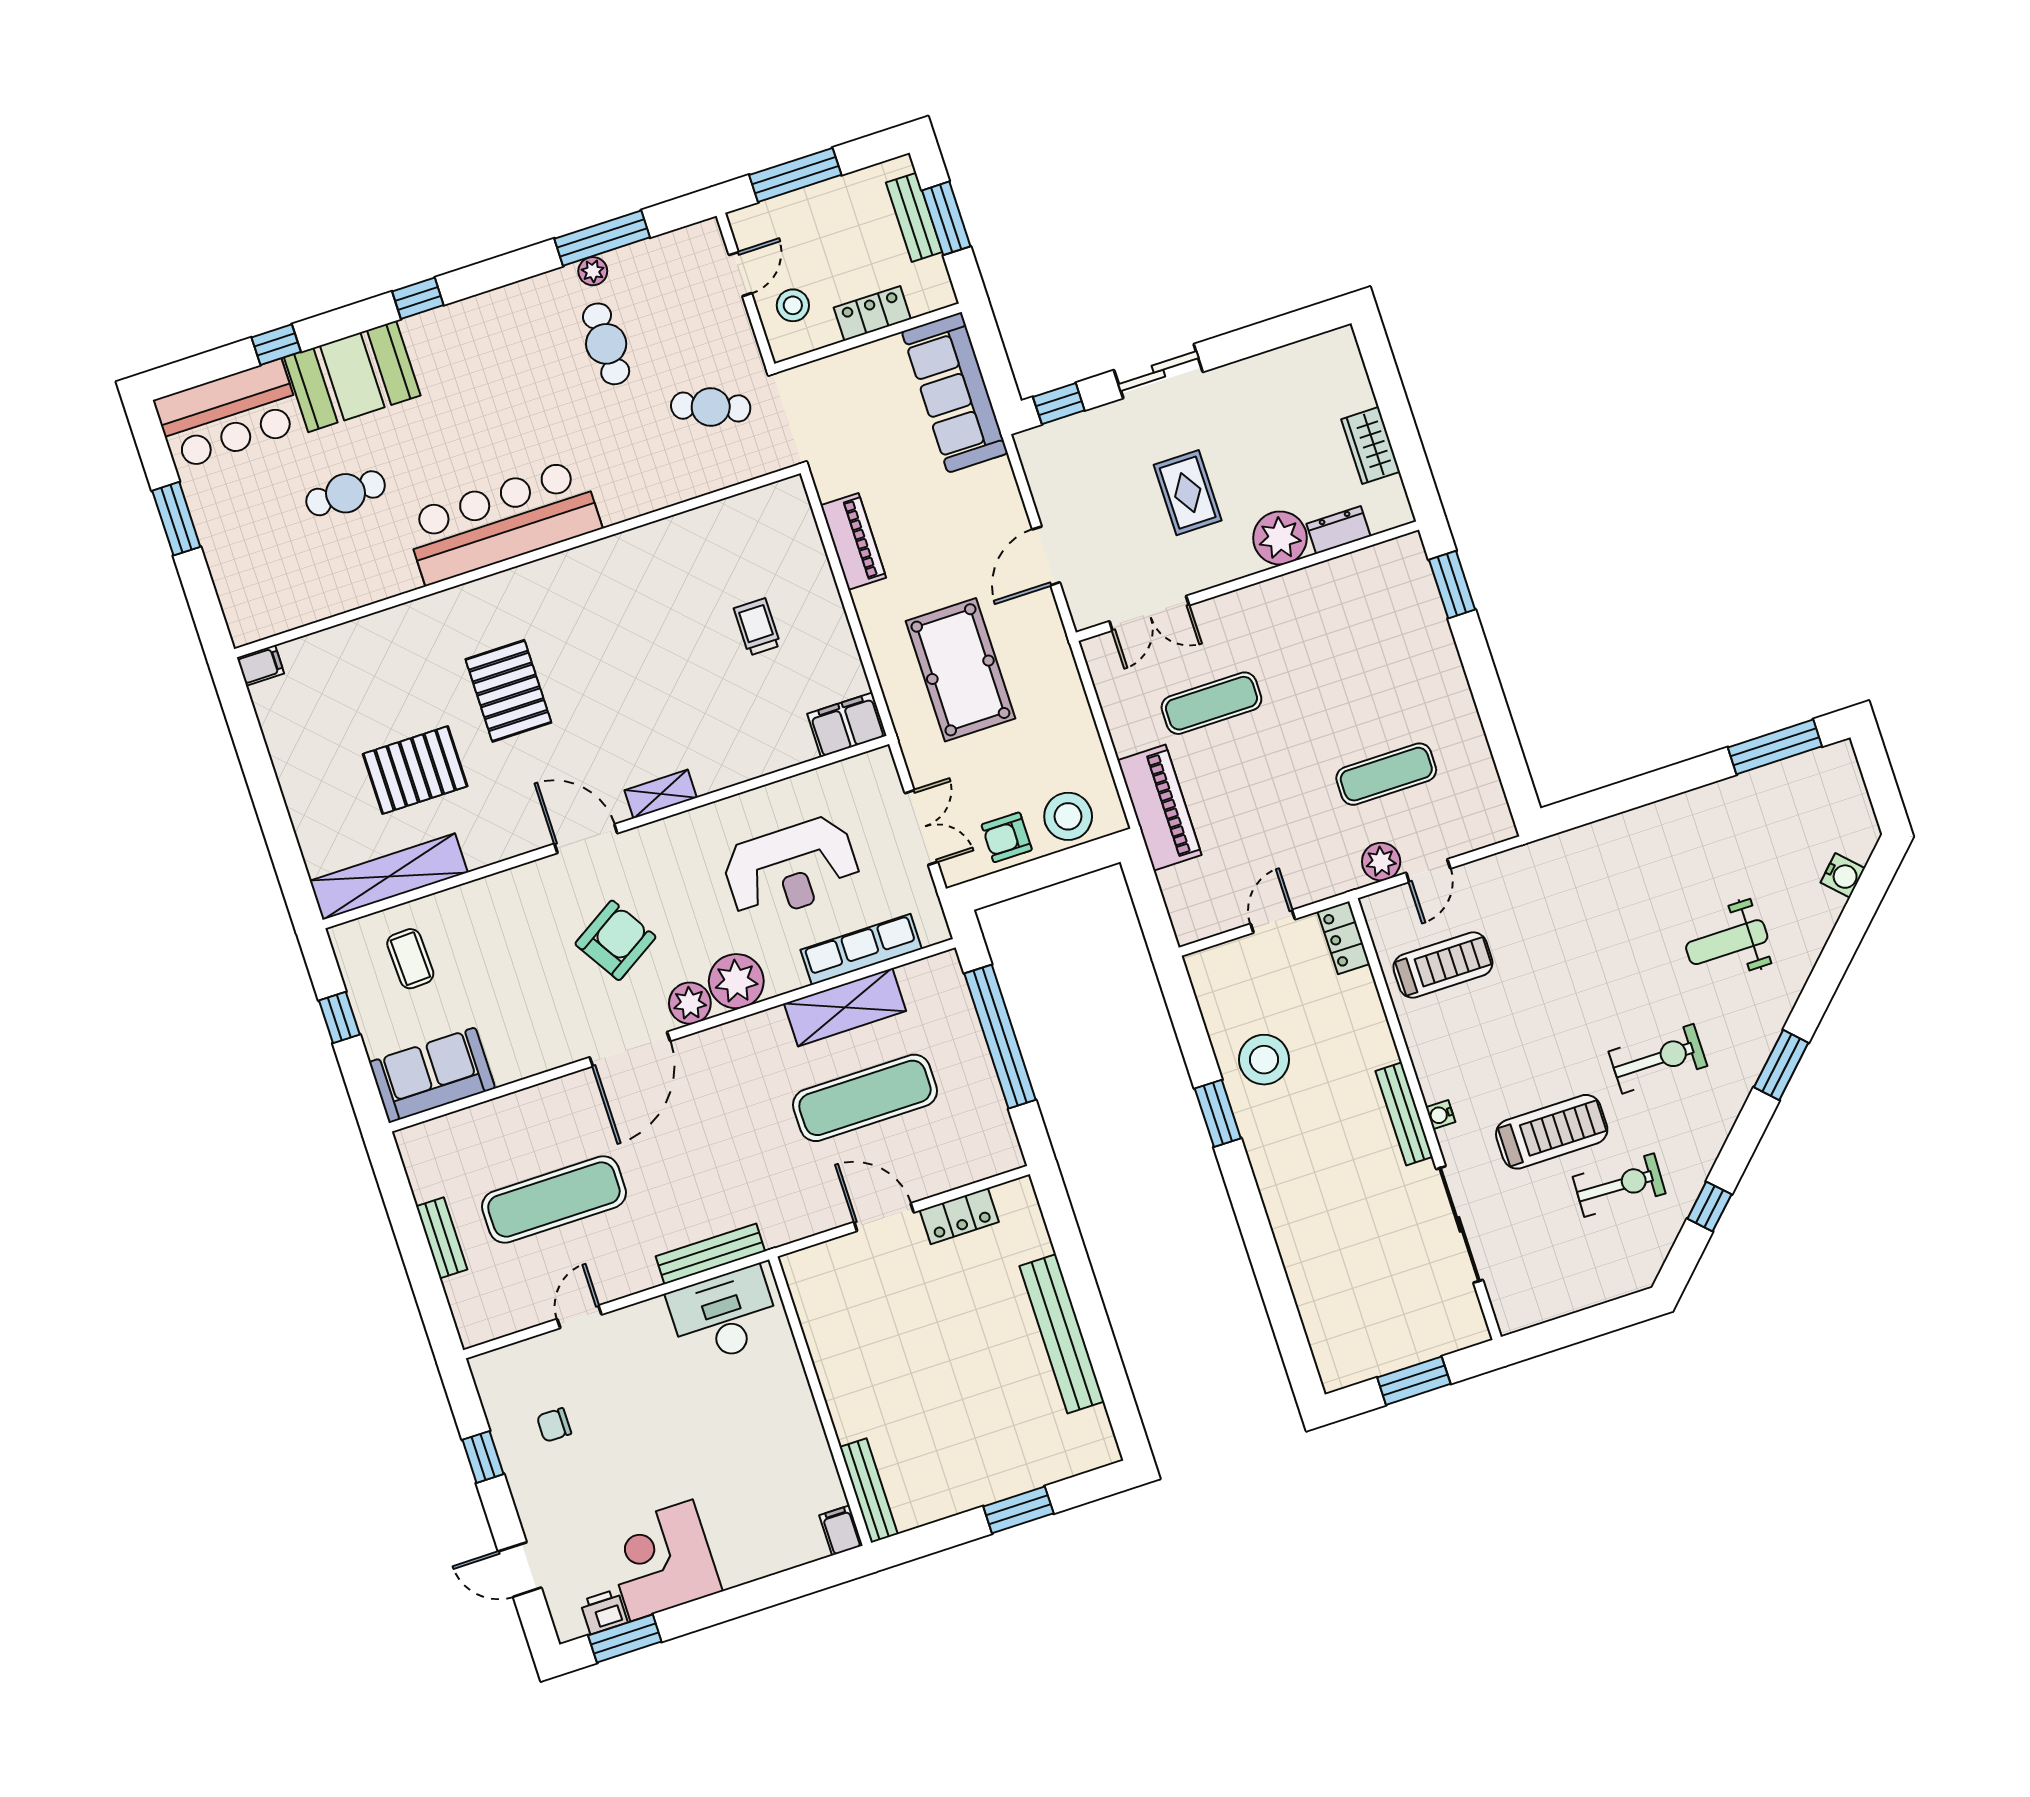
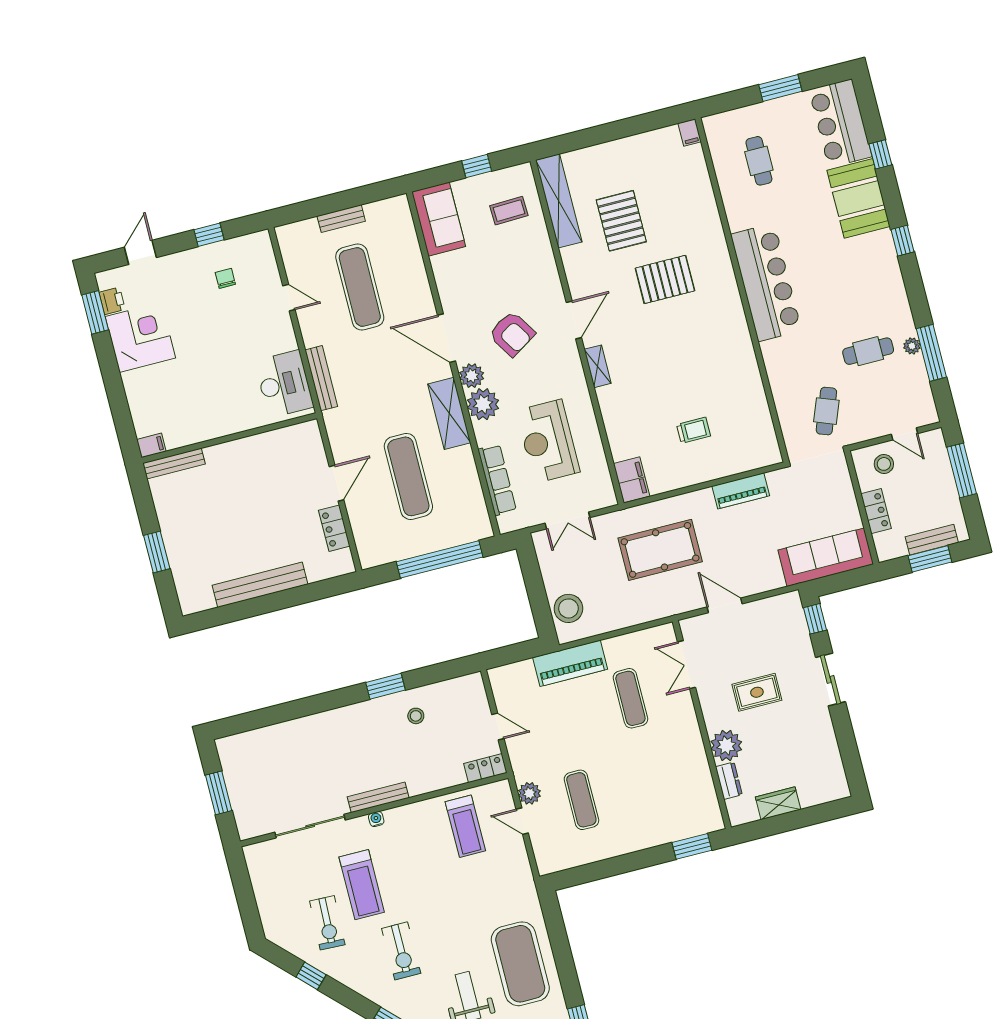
cafe table: (346, 493) -> (759, 161), moved
armchair: (1007, 837) -> (558, 571), removed
exercise mat: (1667, 859) -> (520, 964), added
shelving: (845, 1007) -> (449, 413), moved
stool: (1264, 1060) -> (416, 716), width x0.53, depth x0.53

